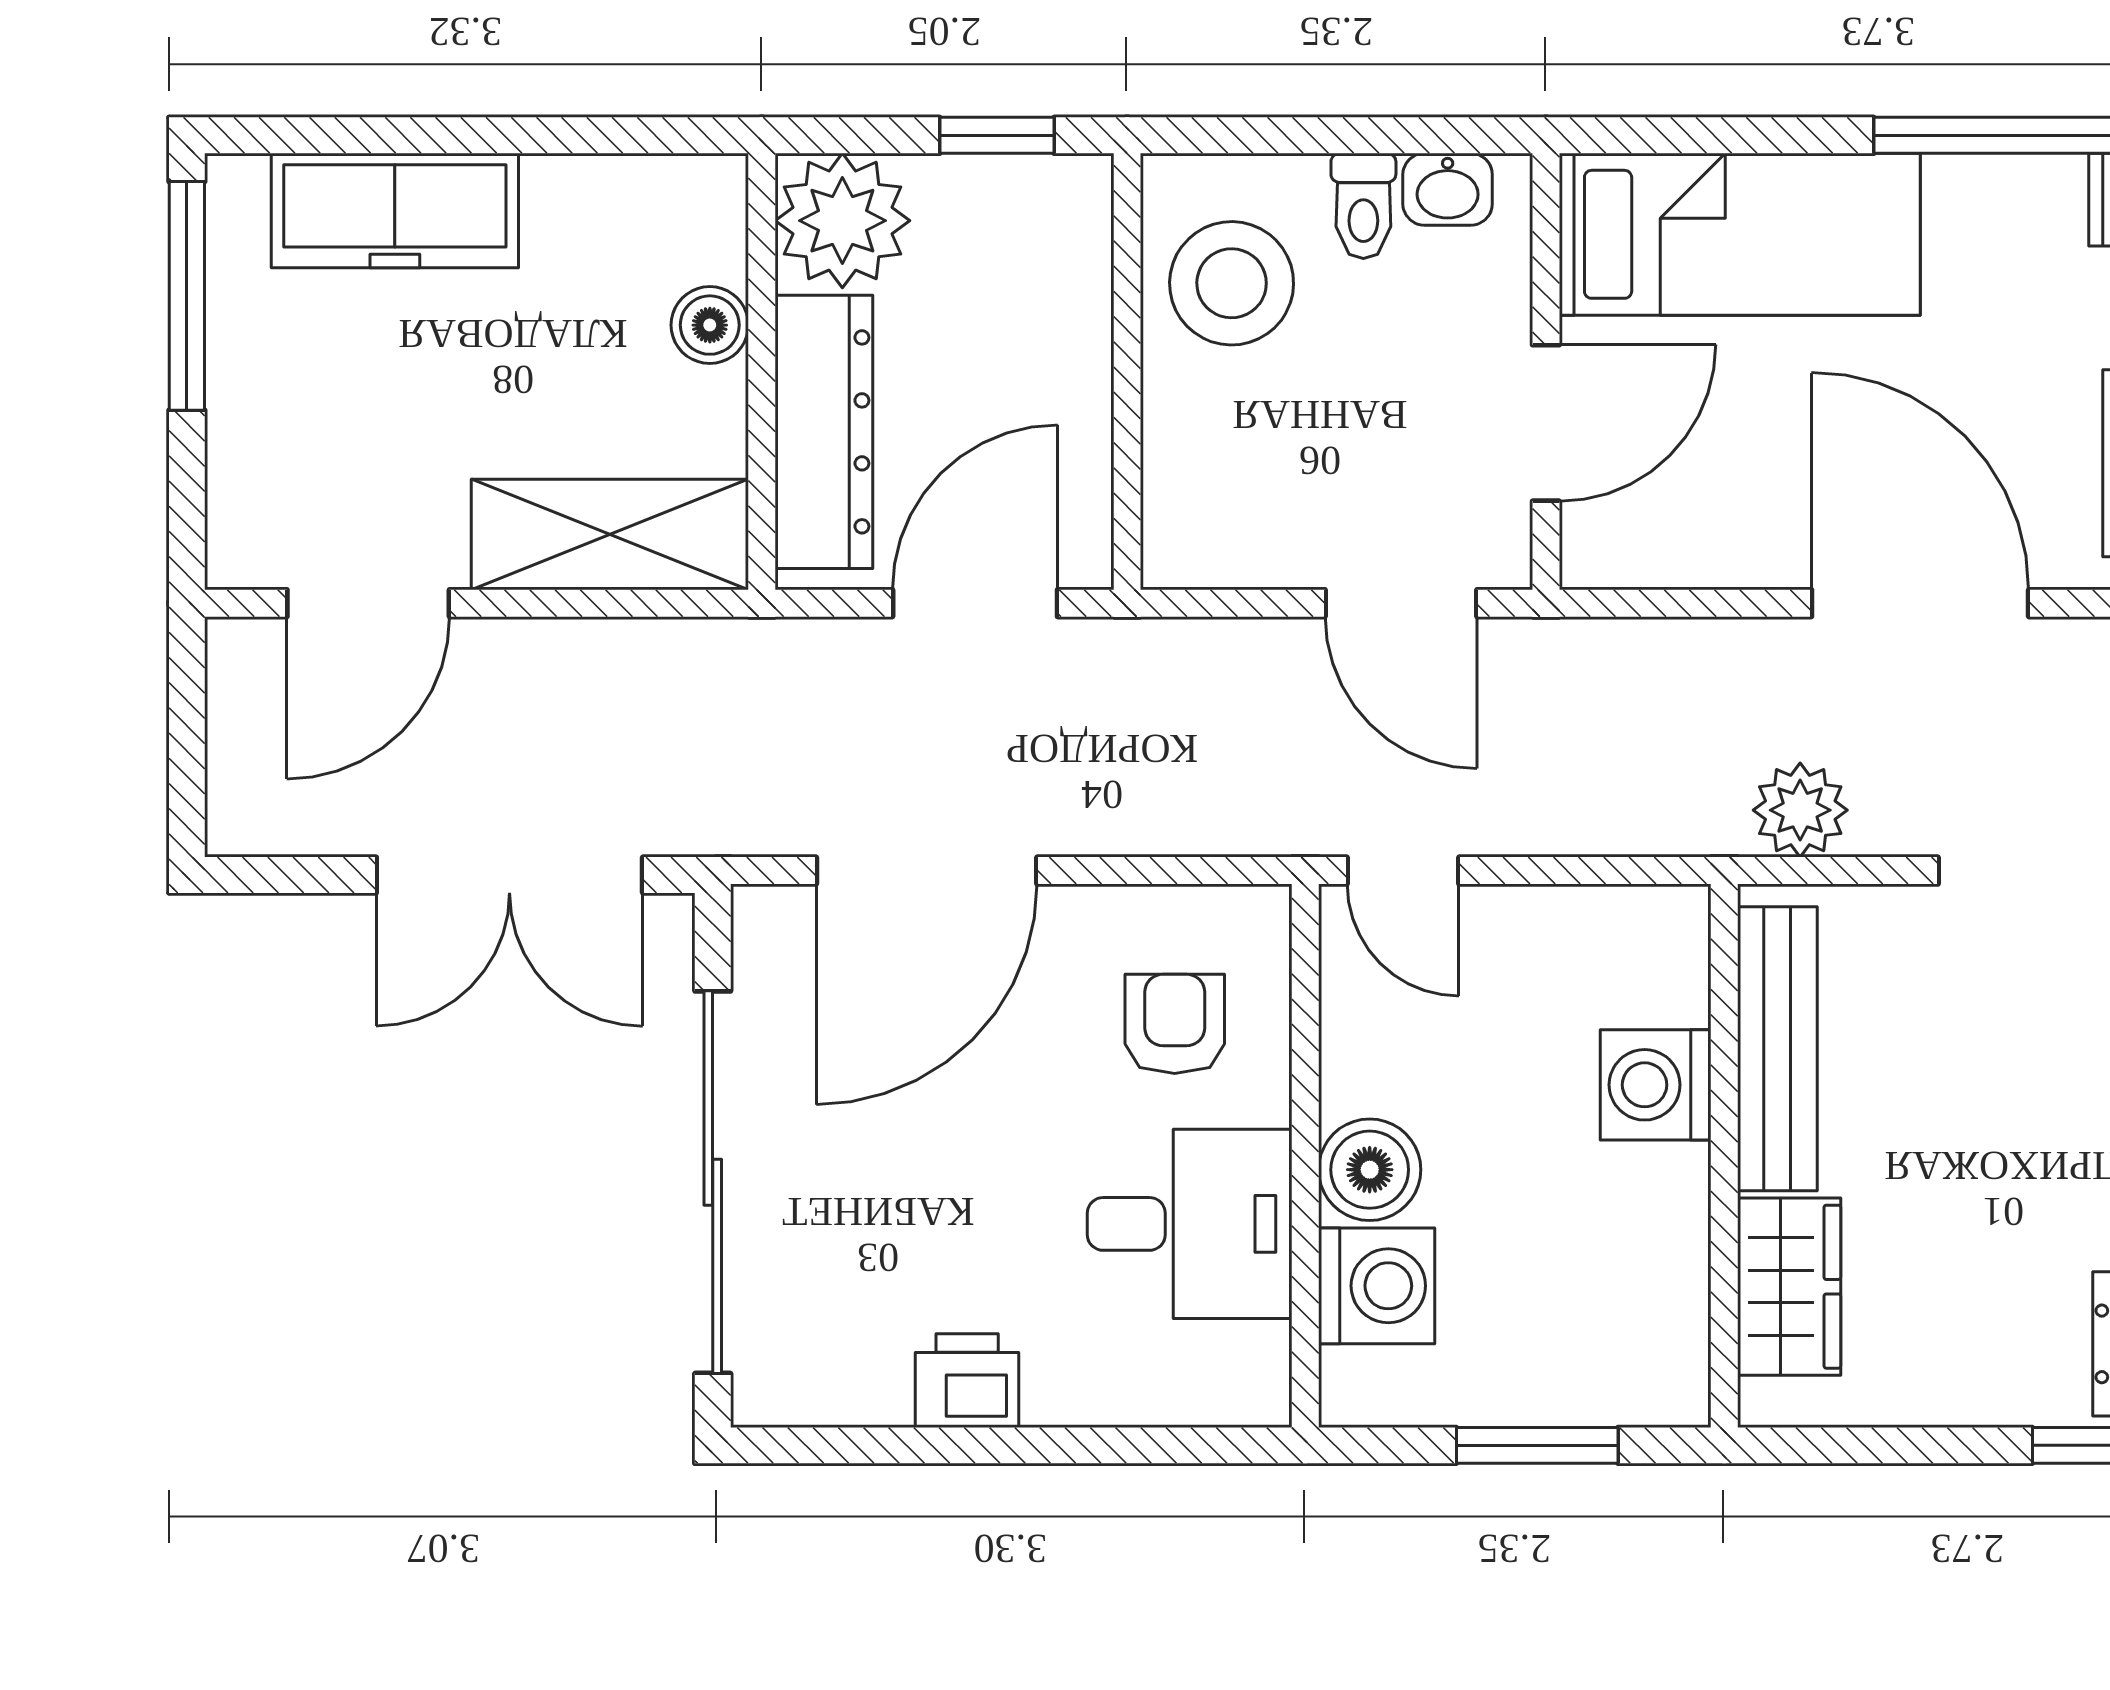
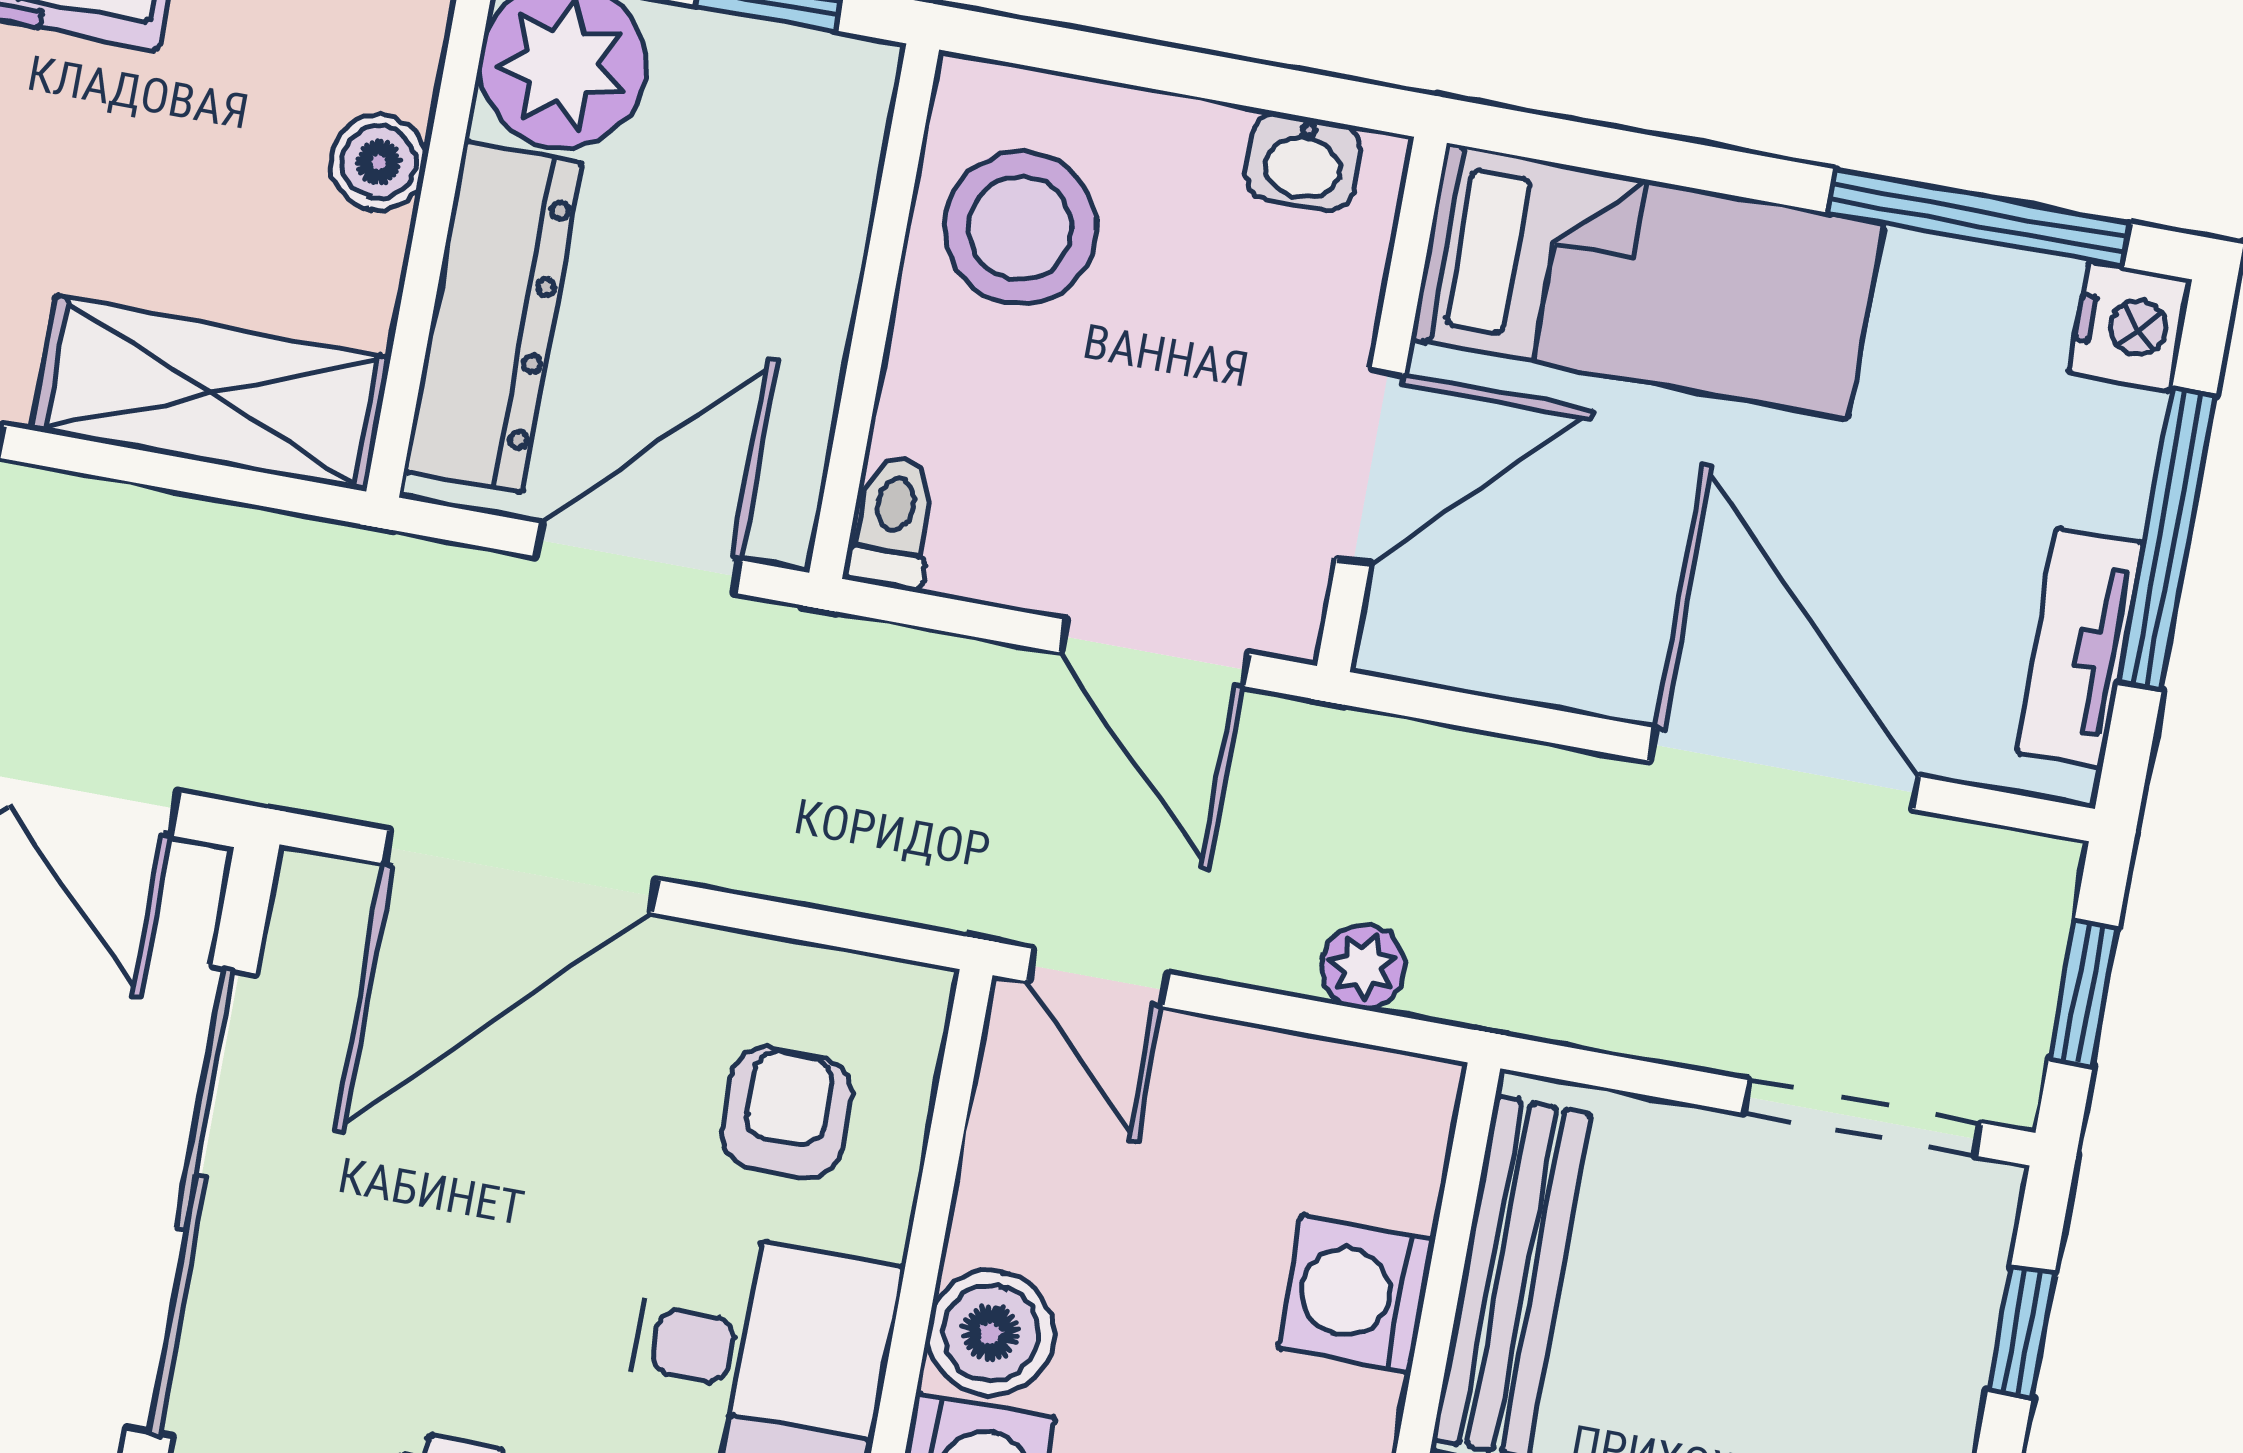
toilet: (1363, 206) -> (893, 522), moved, turned 180
plant: (1800, 810) -> (1363, 967), moved, width x0.73, depth x0.73

